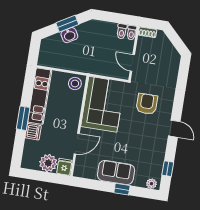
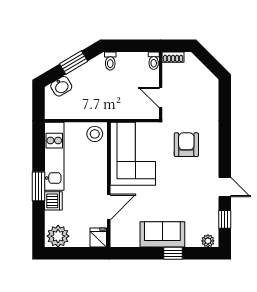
toilet: (122, 31) -> (110, 61), moved
washbasin: (69, 35) -> (61, 86), moved
door: (174, 129) -> (225, 187), moved
plant: (48, 163) -> (58, 236), moved

